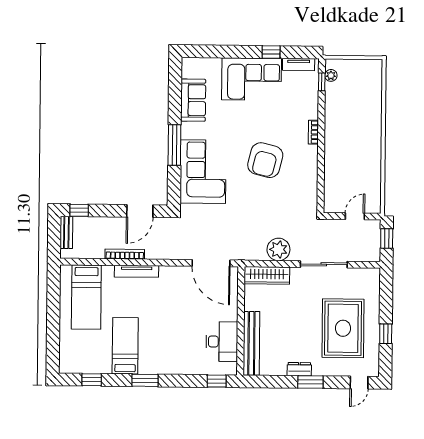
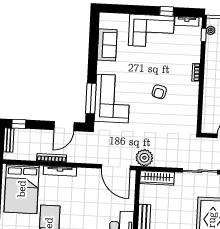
window: (174, 145) -> (91, 98), moved
armchair: (265, 160) -> (159, 92), width x0.53, depth x0.53
plant: (278, 249) -> (144, 158), moved
bed: (86, 297) -> (22, 189), width x1.50

